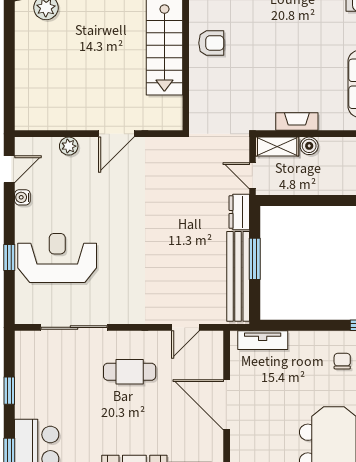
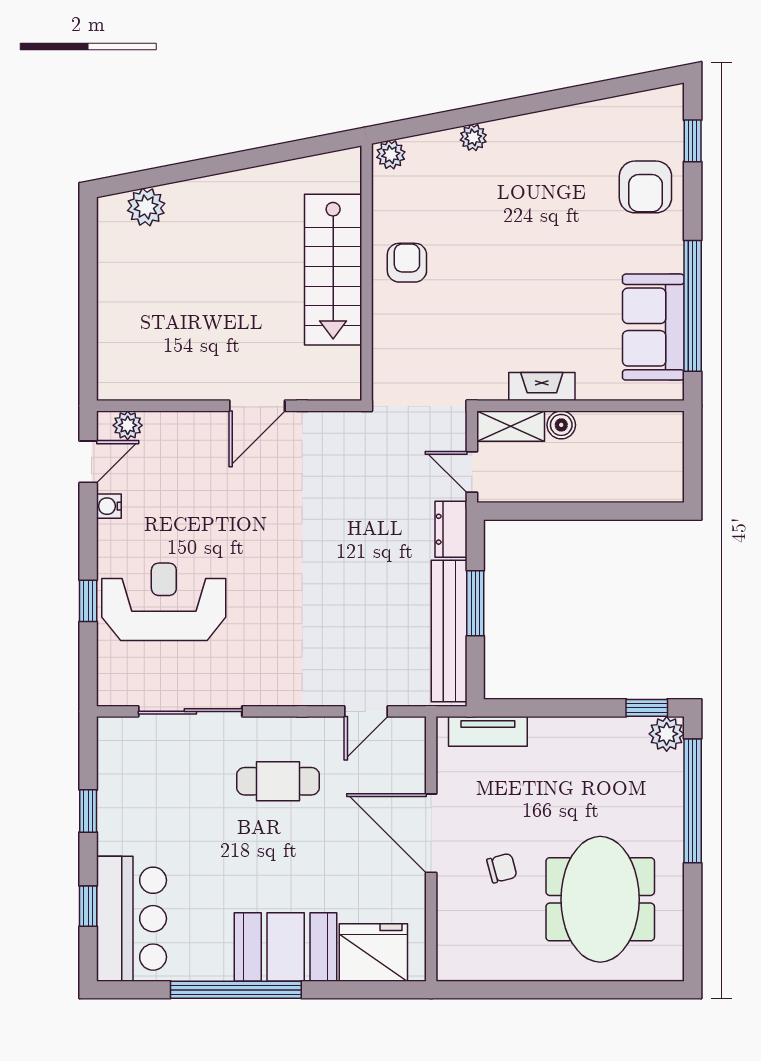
armchair: (211, 43) -> (407, 263), turned -90
plant: (69, 146) -> (128, 425), moved
chair: (342, 361) -> (502, 868), moved, turned 75

